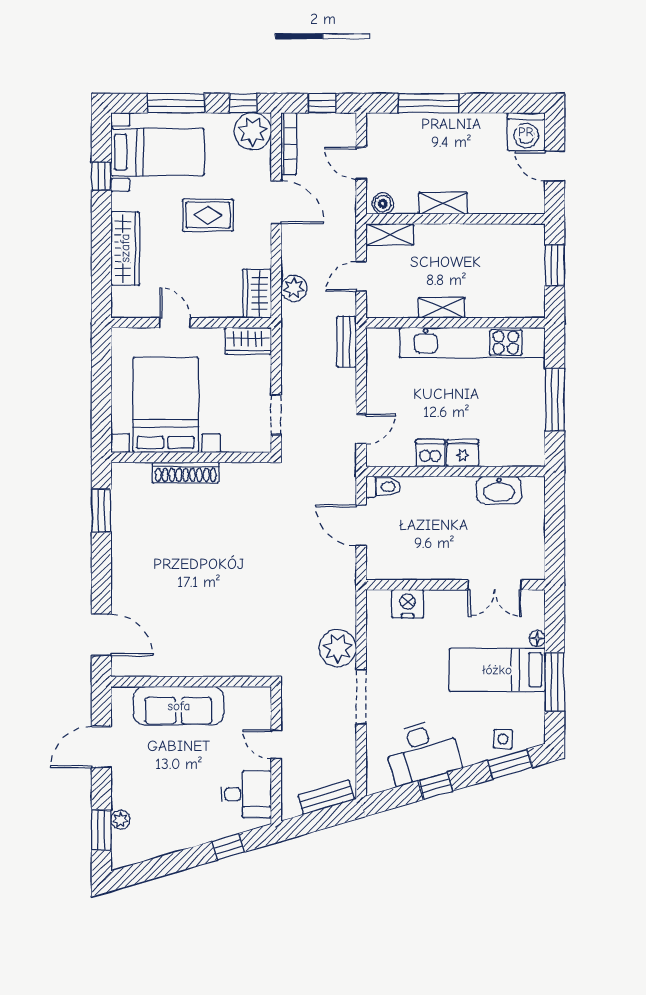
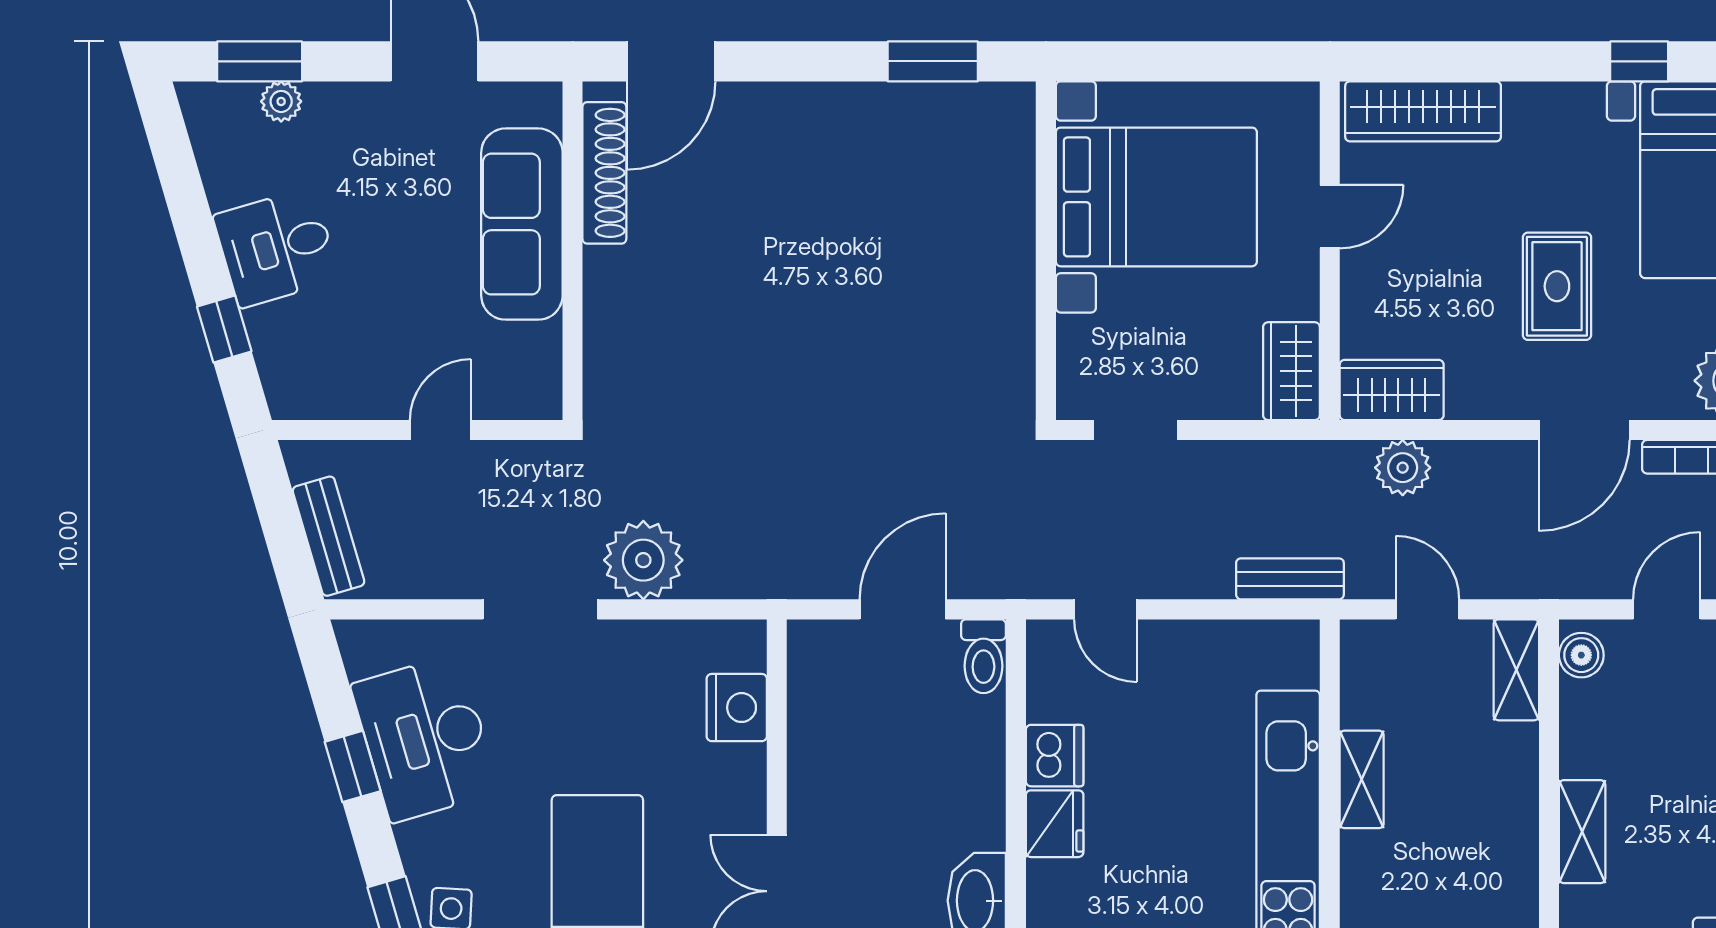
shelving: (443, 203) -> (1582, 832), moved
wardrobe: (125, 248) -> (1423, 111), moved
shoe rack: (186, 472) -> (604, 173), moved, turned 180
desk: (246, 794) -> (276, 247), moved, turned 74

